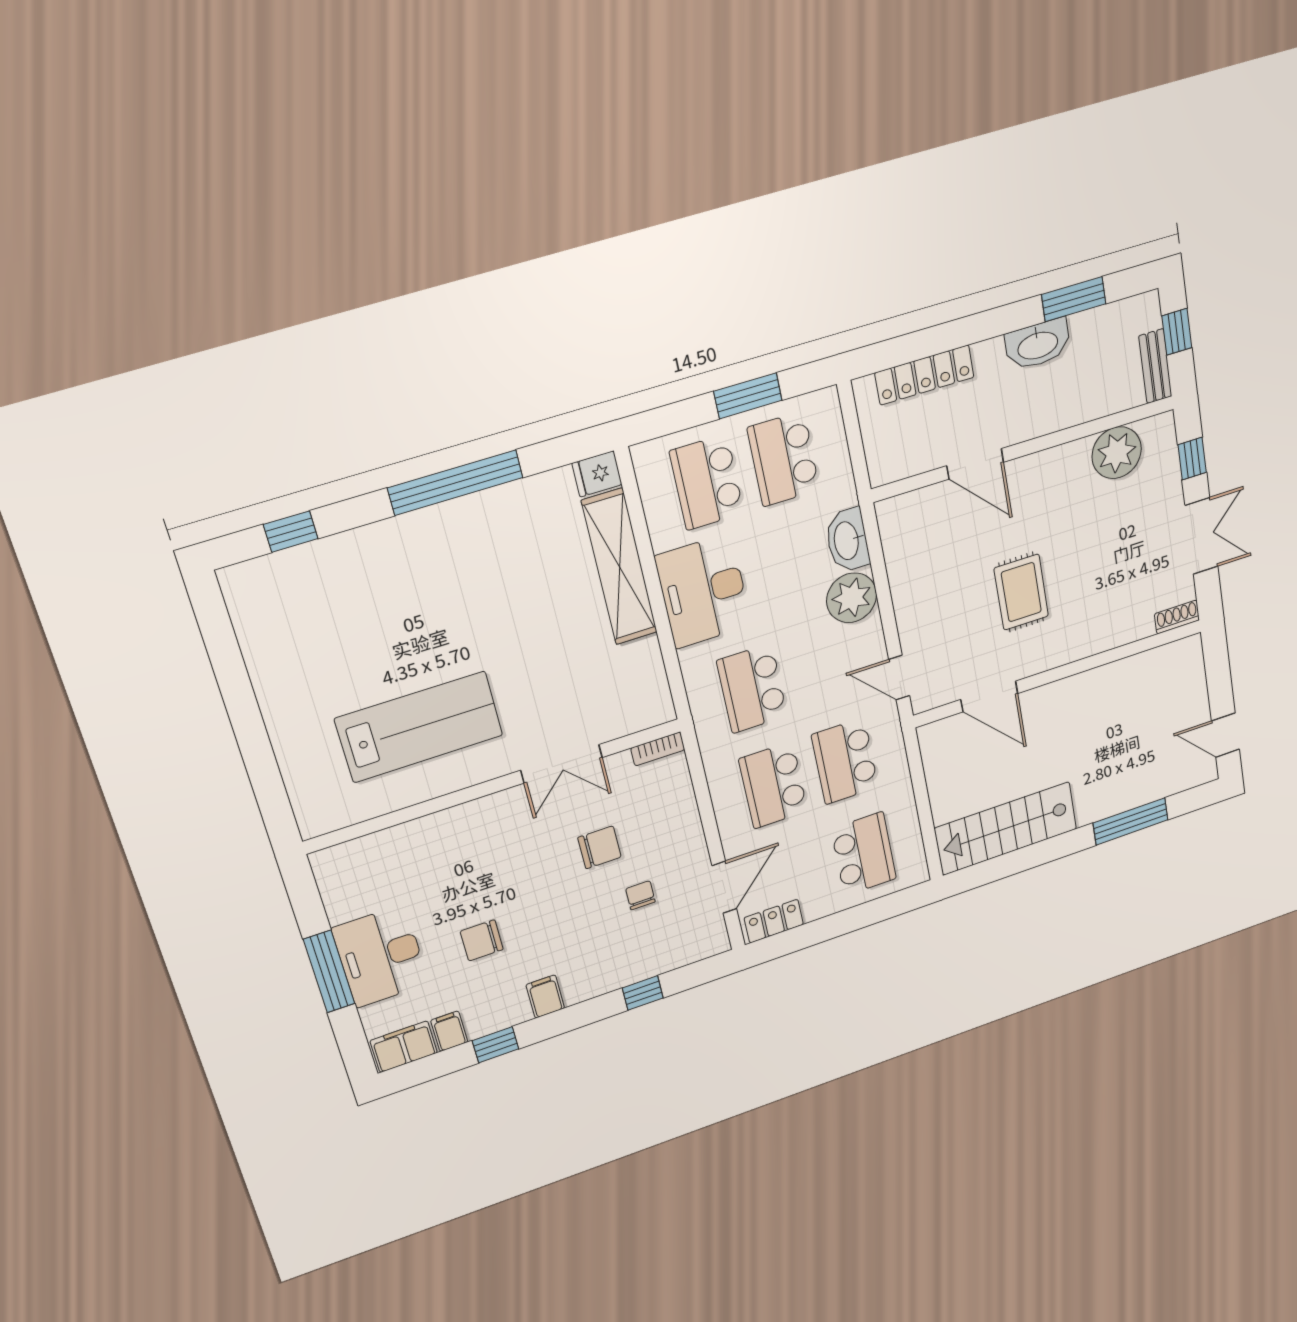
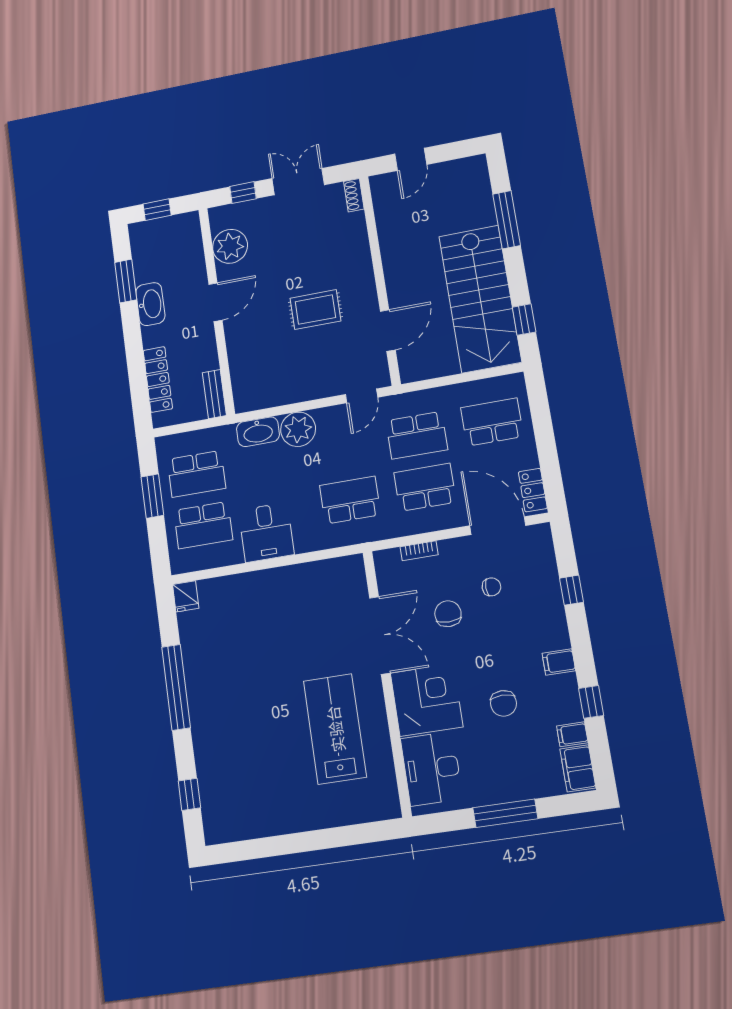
bench: (1155, 366) -> (214, 394), moved, turned 90
door: (975, 464) -> (216, 302), moved
shelving: (620, 567) -> (249, 586), removed
desk: (703, 591) -> (266, 532), width x0.73
school desk: (752, 688) -> (350, 500), turned 180
door: (1225, 735) -> (411, 159), moved
bookcase: (658, 749) -> (419, 551), moved, turned 90
double door: (561, 764) -> (380, 635), width x1.37
school desk: (773, 785) -> (425, 487), turned 180
stairs: (1006, 828) -> (480, 299), width x1.36, depth x1.51
corner desk: (475, 842) -> (427, 700), added
window: (999, 868) -> (524, 320), added
door: (724, 887) -> (498, 526), width x1.36
chair: (640, 895) -> (491, 587), turned 180
desk: (380, 956) -> (432, 769), moved, turned 90

